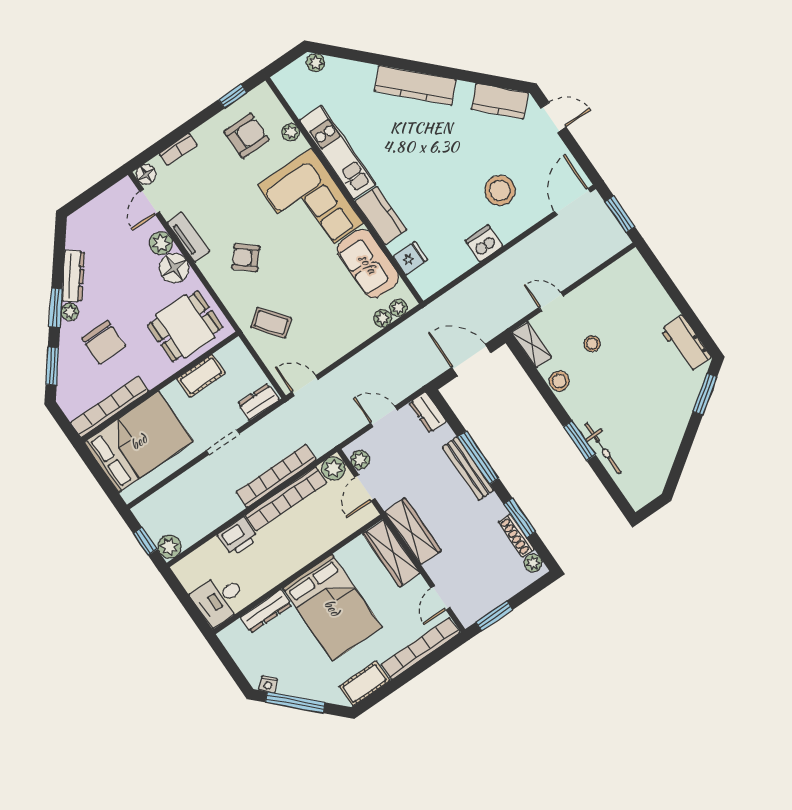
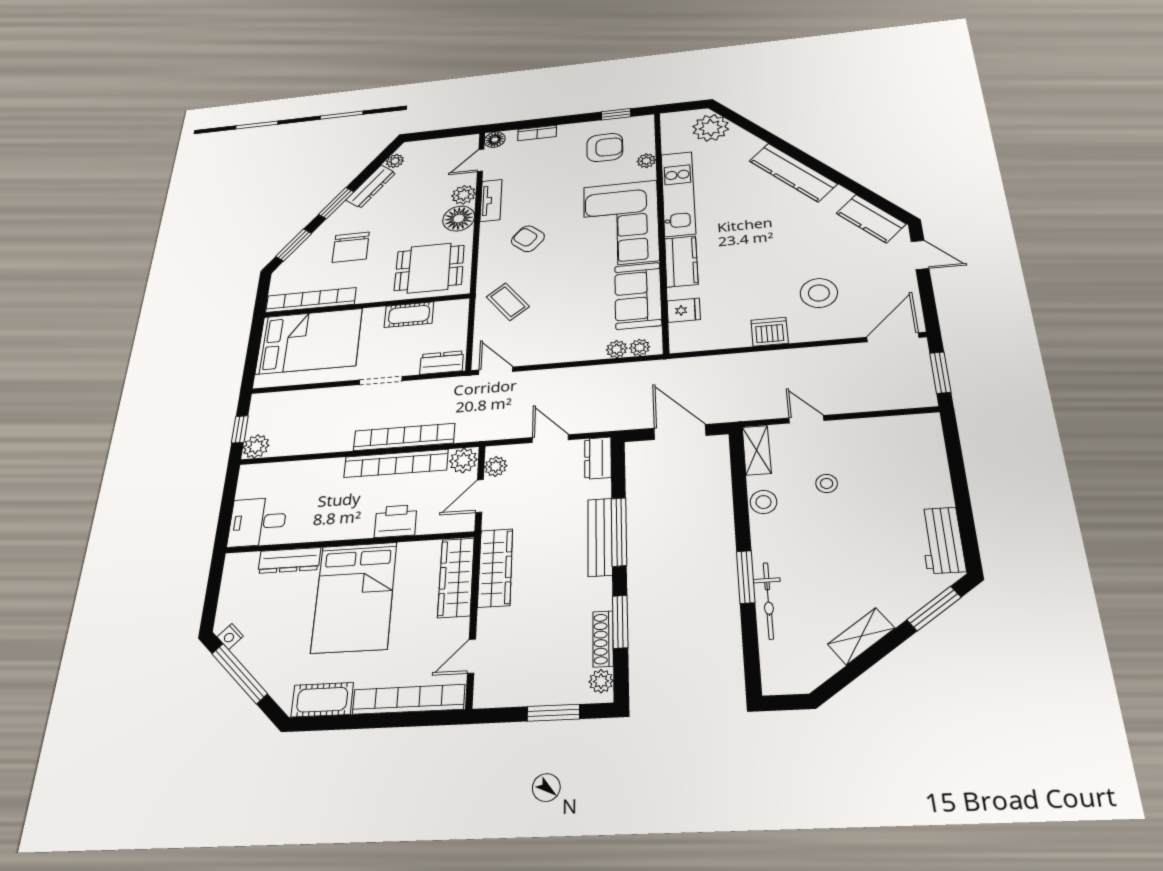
plant: (316, 63) -> (711, 128), width x1.88, depth x1.88
plant: (70, 312) -> (395, 161), moved
shelving: (672, 439) -> (861, 636), added
printer: (238, 537) -> (396, 521), moved, turned 180
window: (494, 616) -> (553, 713), moved

